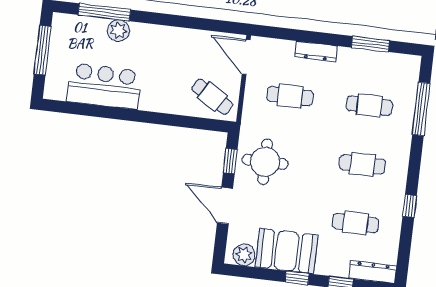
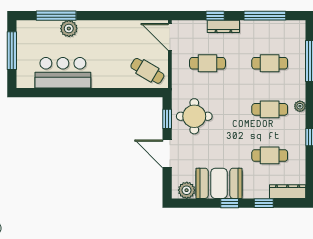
window: (307, 36) -> (215, 16), added
window: (370, 44) -> (265, 16), width x1.44
plant: (401, 165) -> (300, 106), added

